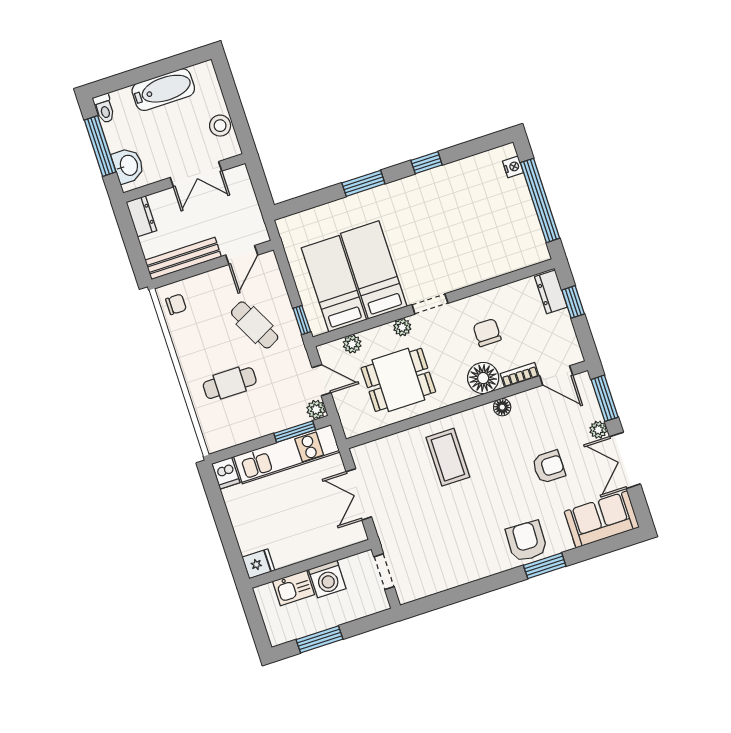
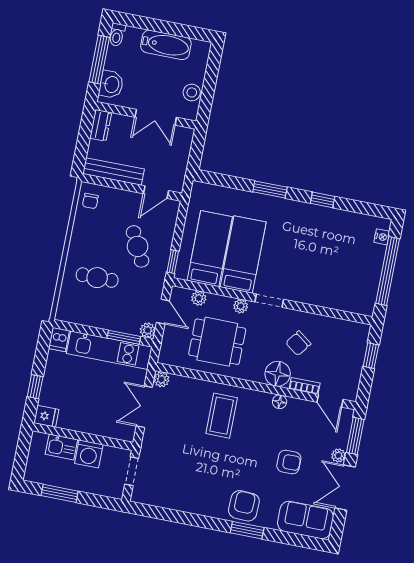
dresser: (551, 292) -> (359, 340), removed
chair: (176, 304) -> (90, 201), turned 90
chair: (487, 333) -> (298, 343), turned -143
plant: (361, 454) -> (161, 379), added
window: (229, 539) -> (35, 387), added

